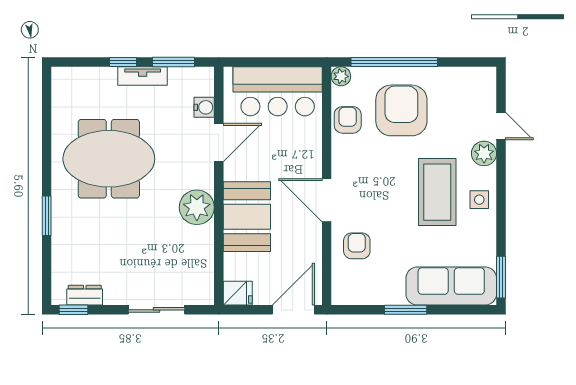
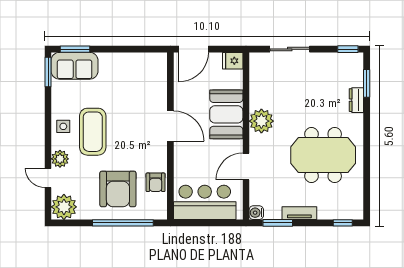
window: (123, 62) -> (343, 223), moved
plant: (341, 76) -> (64, 207), moved, width x1.88, depth x1.88
water cooler: (204, 107) -> (256, 213), moved
window: (47, 216) -> (367, 83), moved
armchair: (357, 246) -> (149, 94), removed
sofa: (451, 286) -> (75, 66), width x0.73
dresser: (85, 295) -> (356, 100), moved, turned 90
window: (406, 310) -> (75, 49), moved

